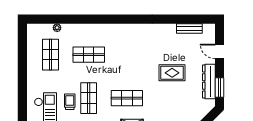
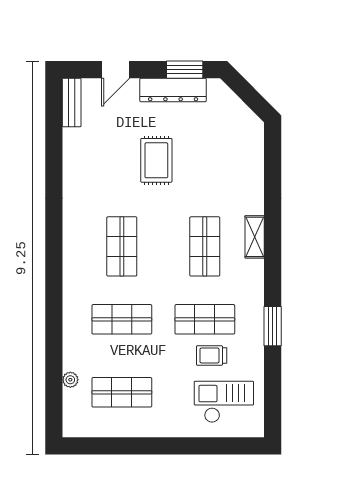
bench: (189, 28) -> (72, 103), moved
shop shelf: (89, 55) -> (122, 319), turned 90
shop shelf: (127, 55) -> (122, 246), added

